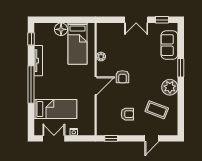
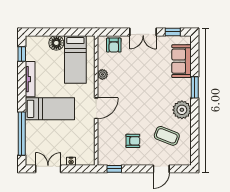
armchair: (123, 77) -> (114, 45), moved
window: (31, 84) -> (22, 134), moved
bed: (55, 109) -> (50, 109), moved

